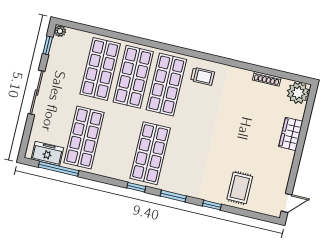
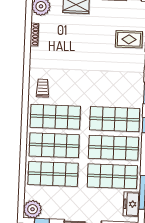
plant: (60, 31) -> (33, 209), width x1.88, depth x1.88
shop shelf: (117, 145) -> (114, 148), added

